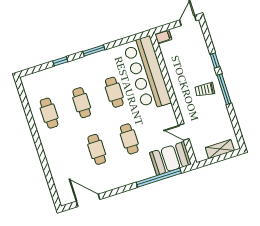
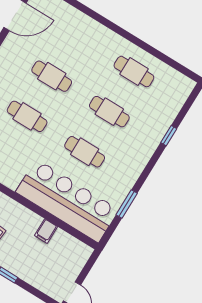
filing cabinet: (163, 37) -> (46, 231), moved
window: (94, 51) -> (127, 204), moved

